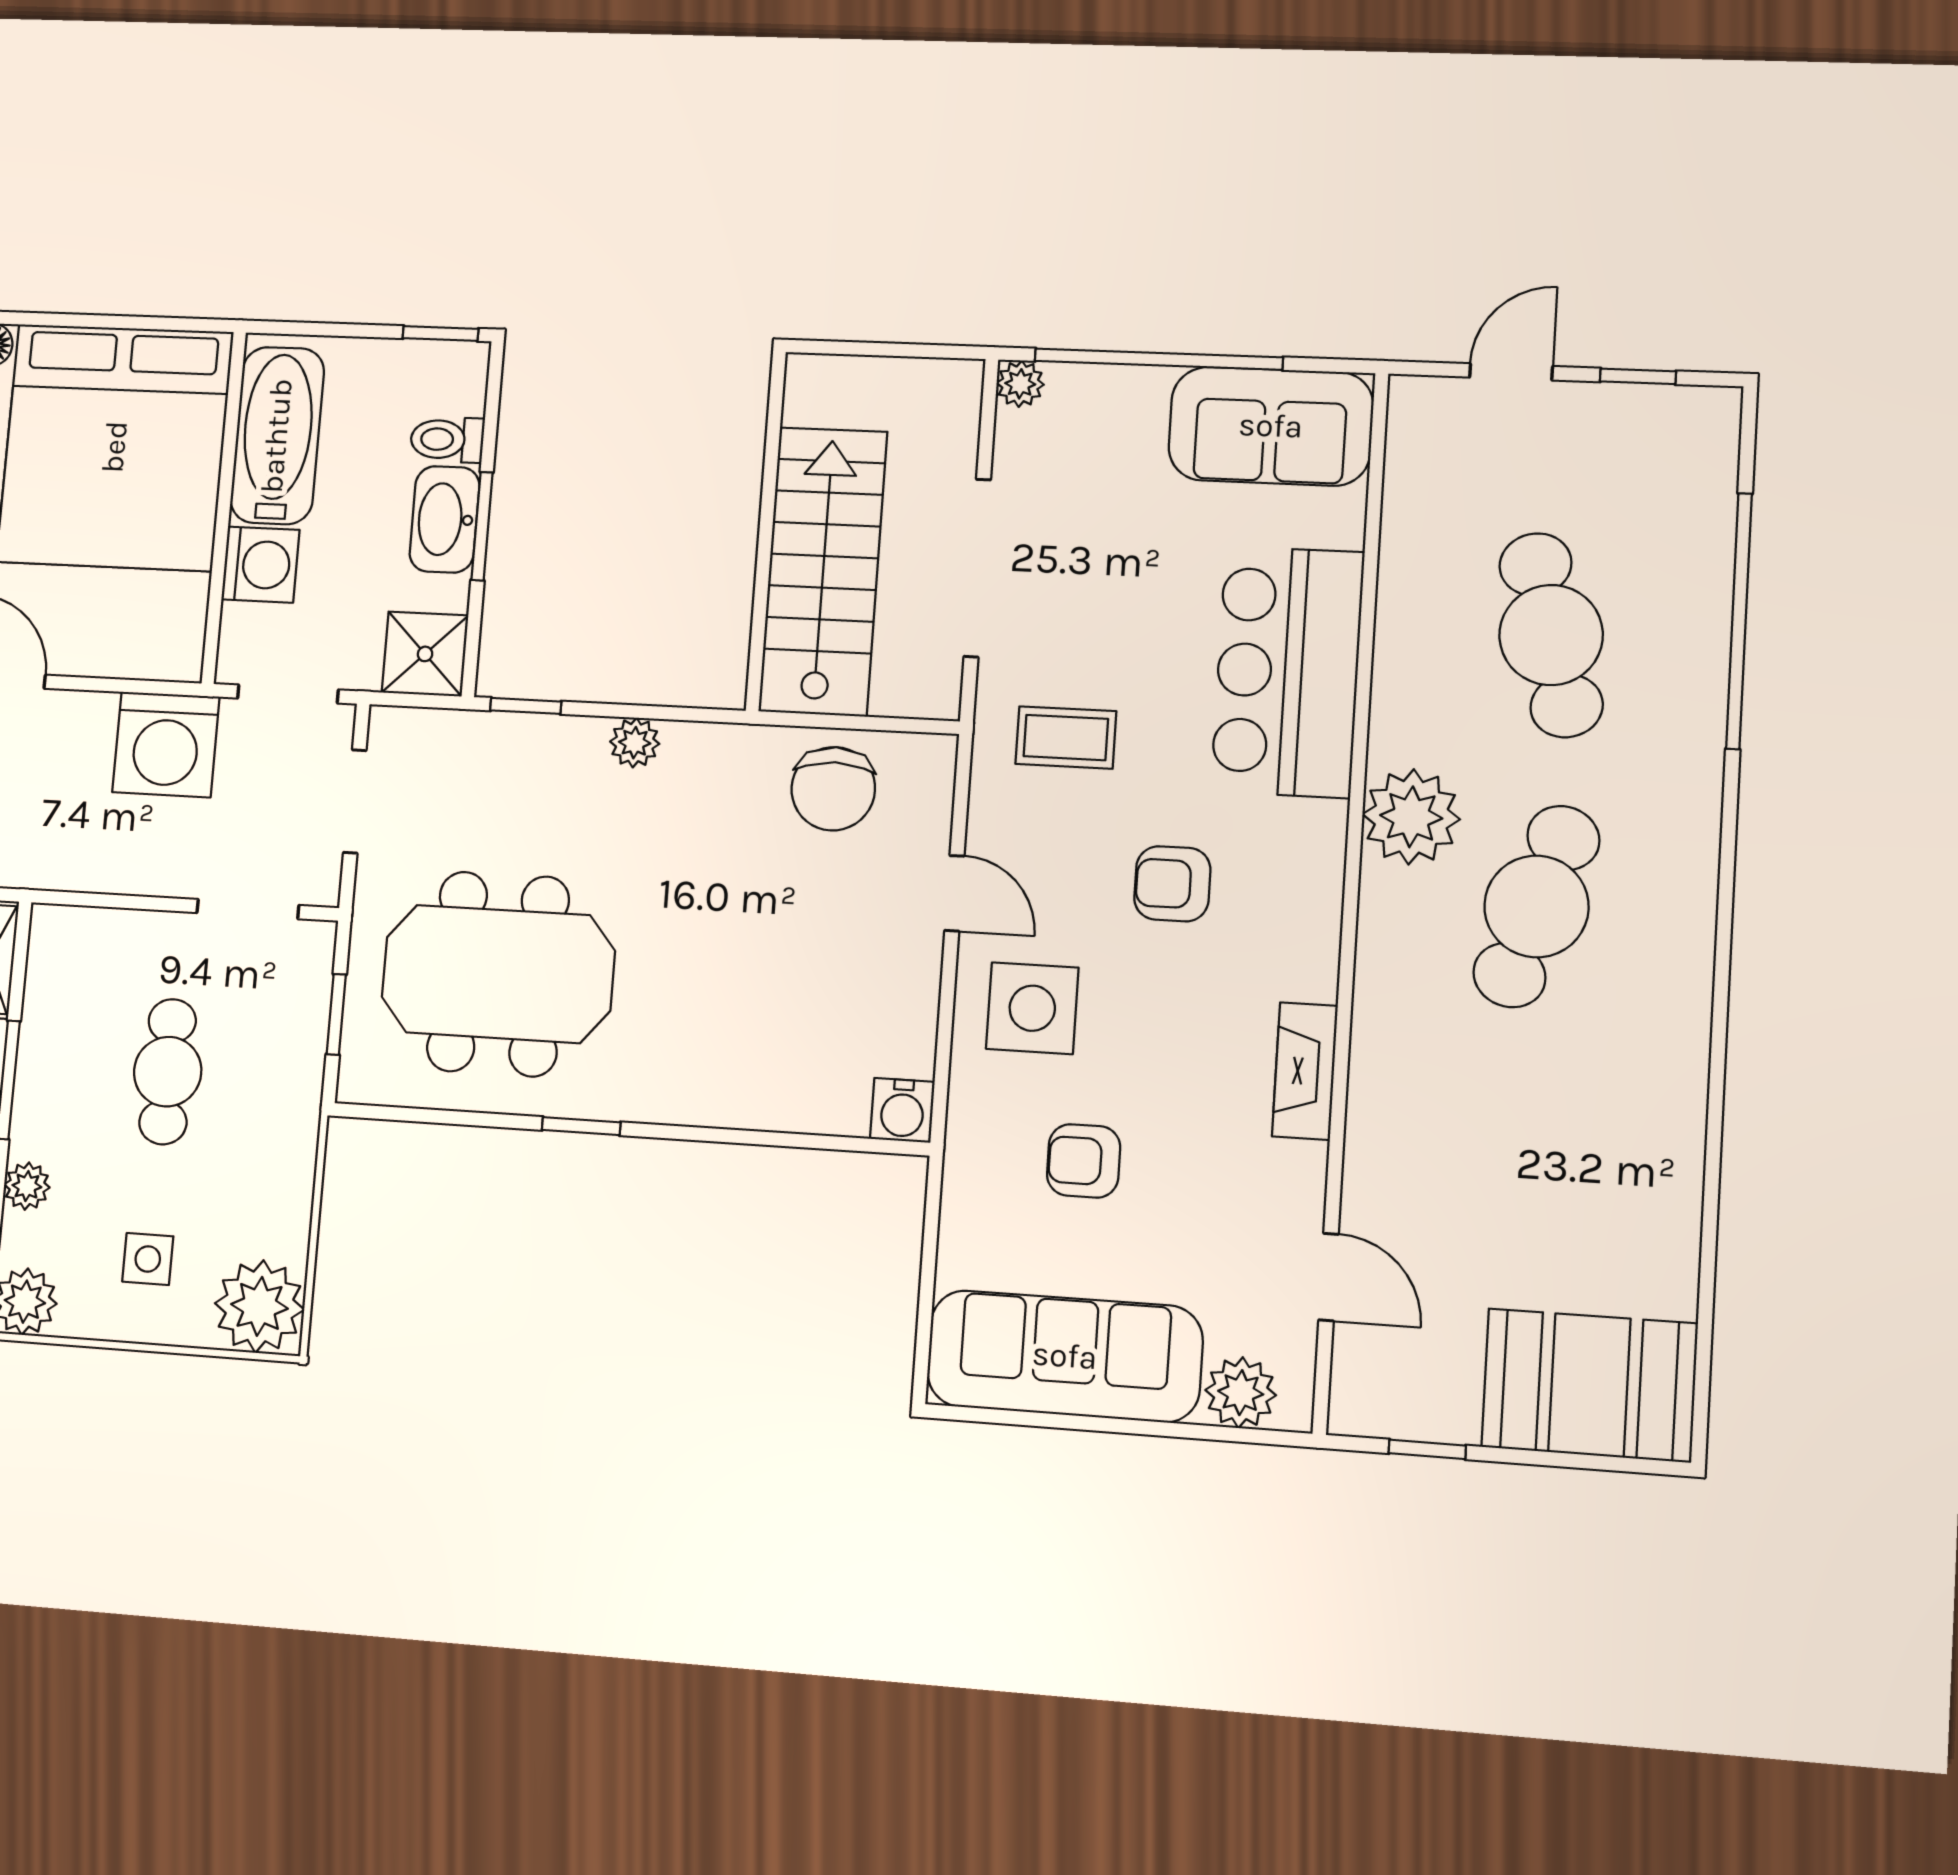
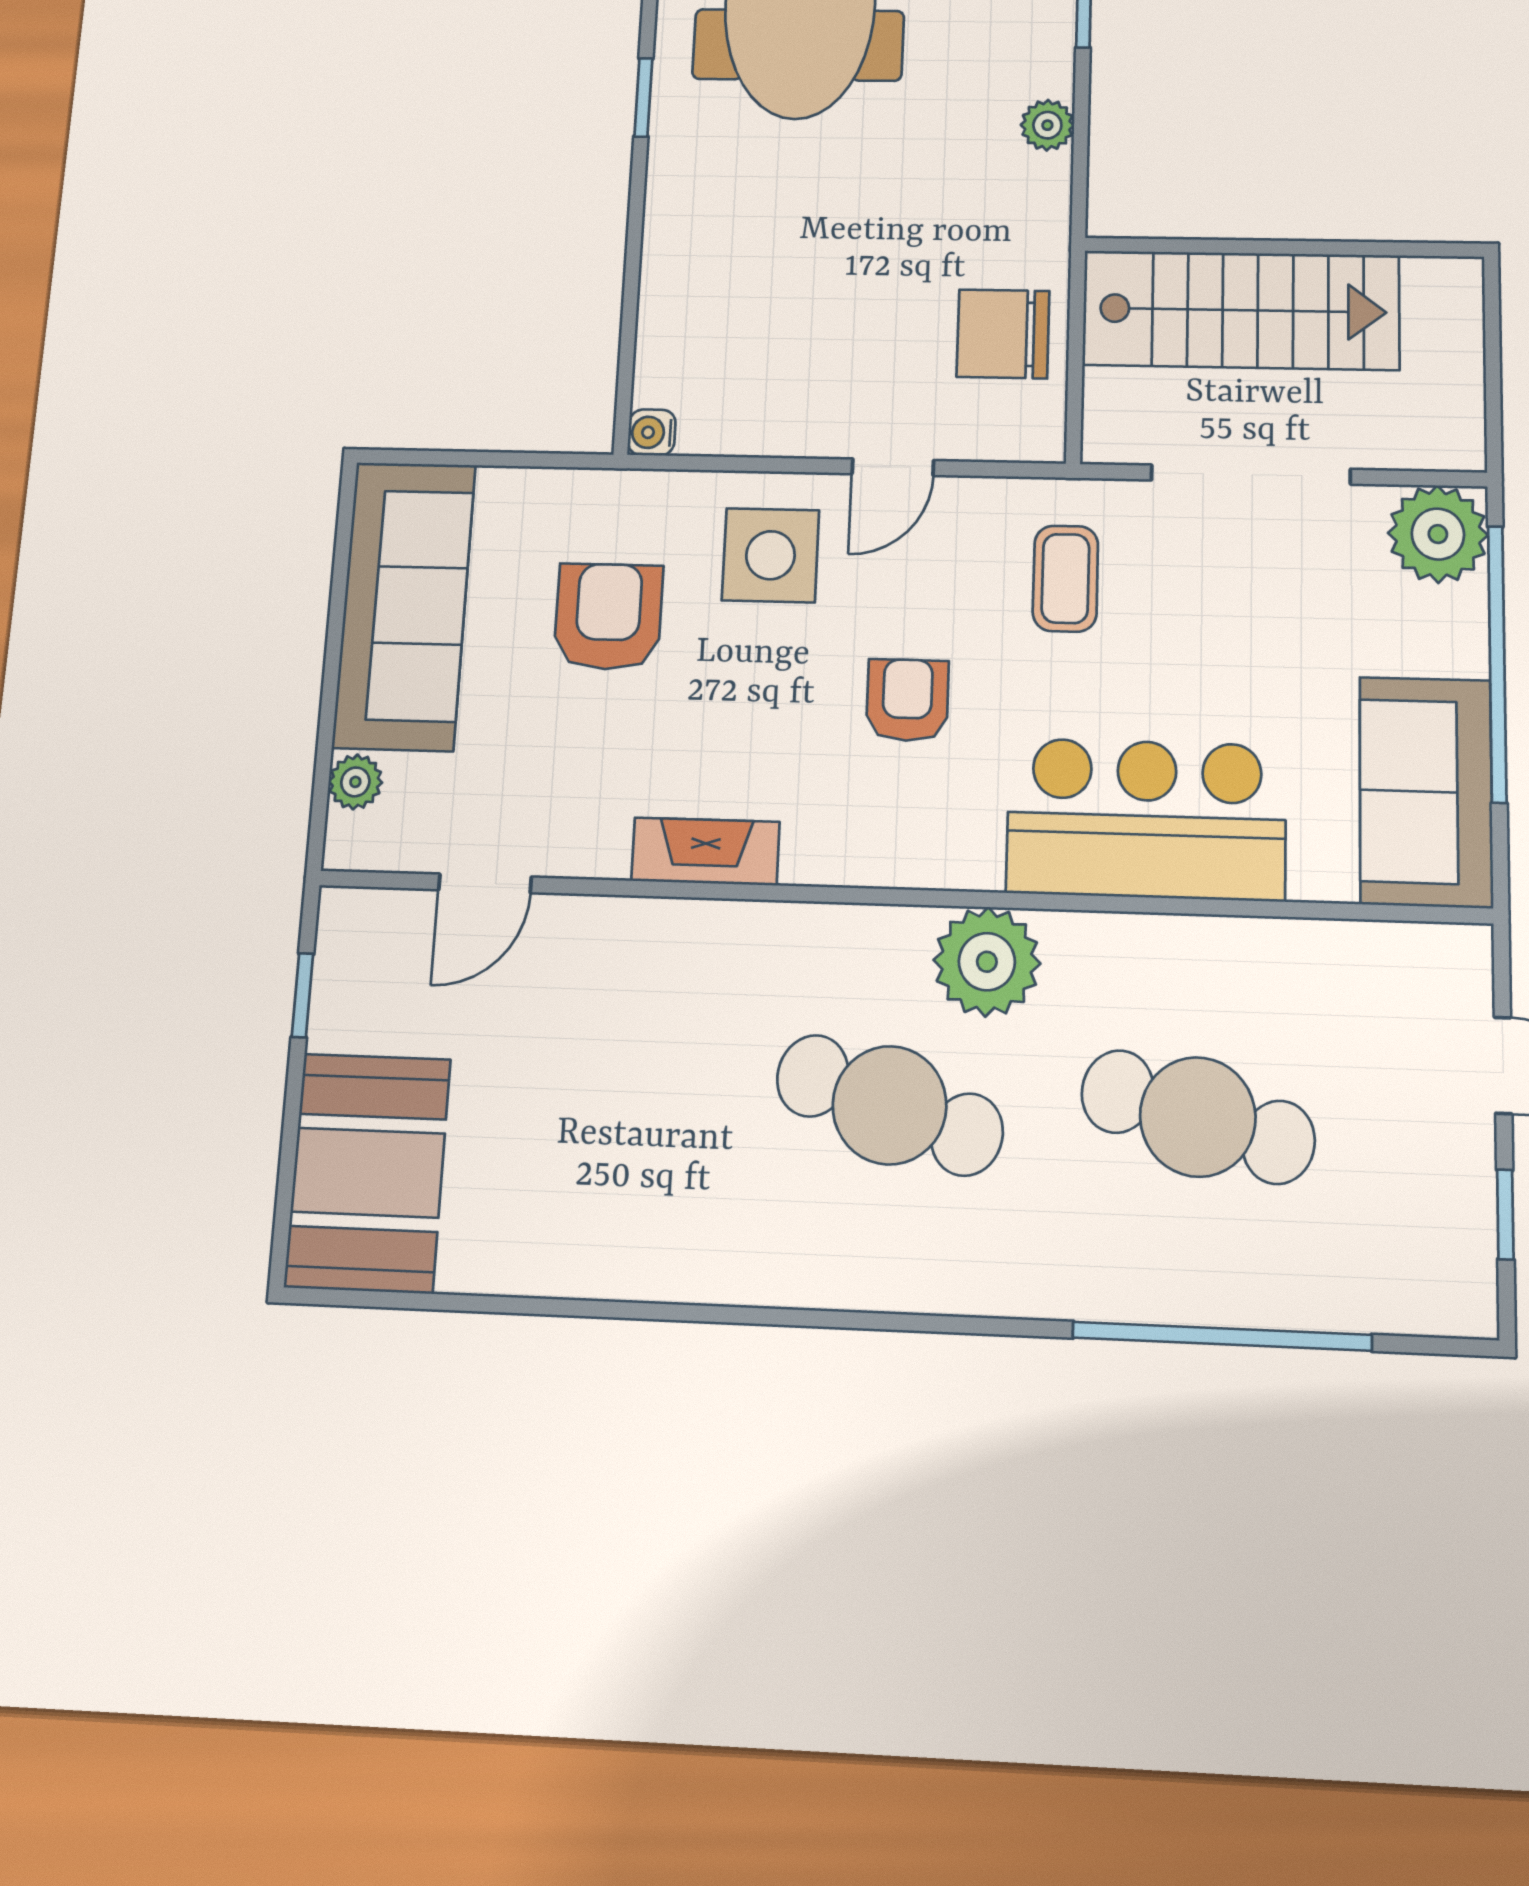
plant: (1020, 384) -> (1438, 534), width x1.88, depth x1.88
cafe table: (1551, 635) -> (1198, 1117), turned 30
water cooler: (902, 1110) -> (652, 432), width x0.72, depth x0.72
armchair: (1084, 1161) -> (608, 617), width x1.38, depth x1.38
plant: (1241, 1393) -> (355, 782), width x0.73, depth x0.73

